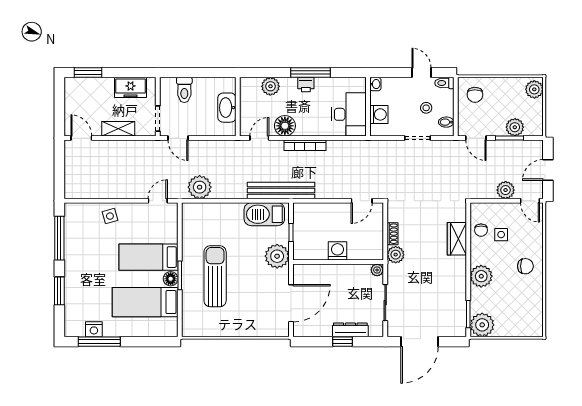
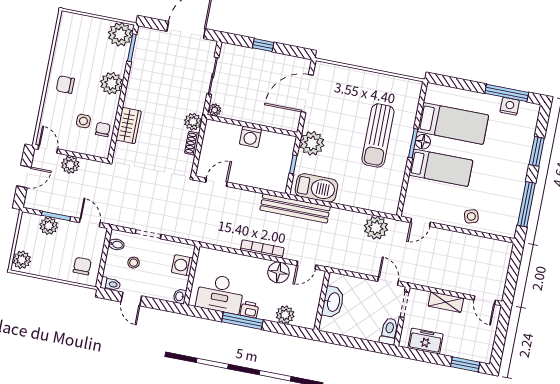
toilet: (184, 90) -> (389, 331), moved
desk: (349, 114) -> (220, 294), moved, turned -90
dresser: (350, 330) -> (253, 55), removed

